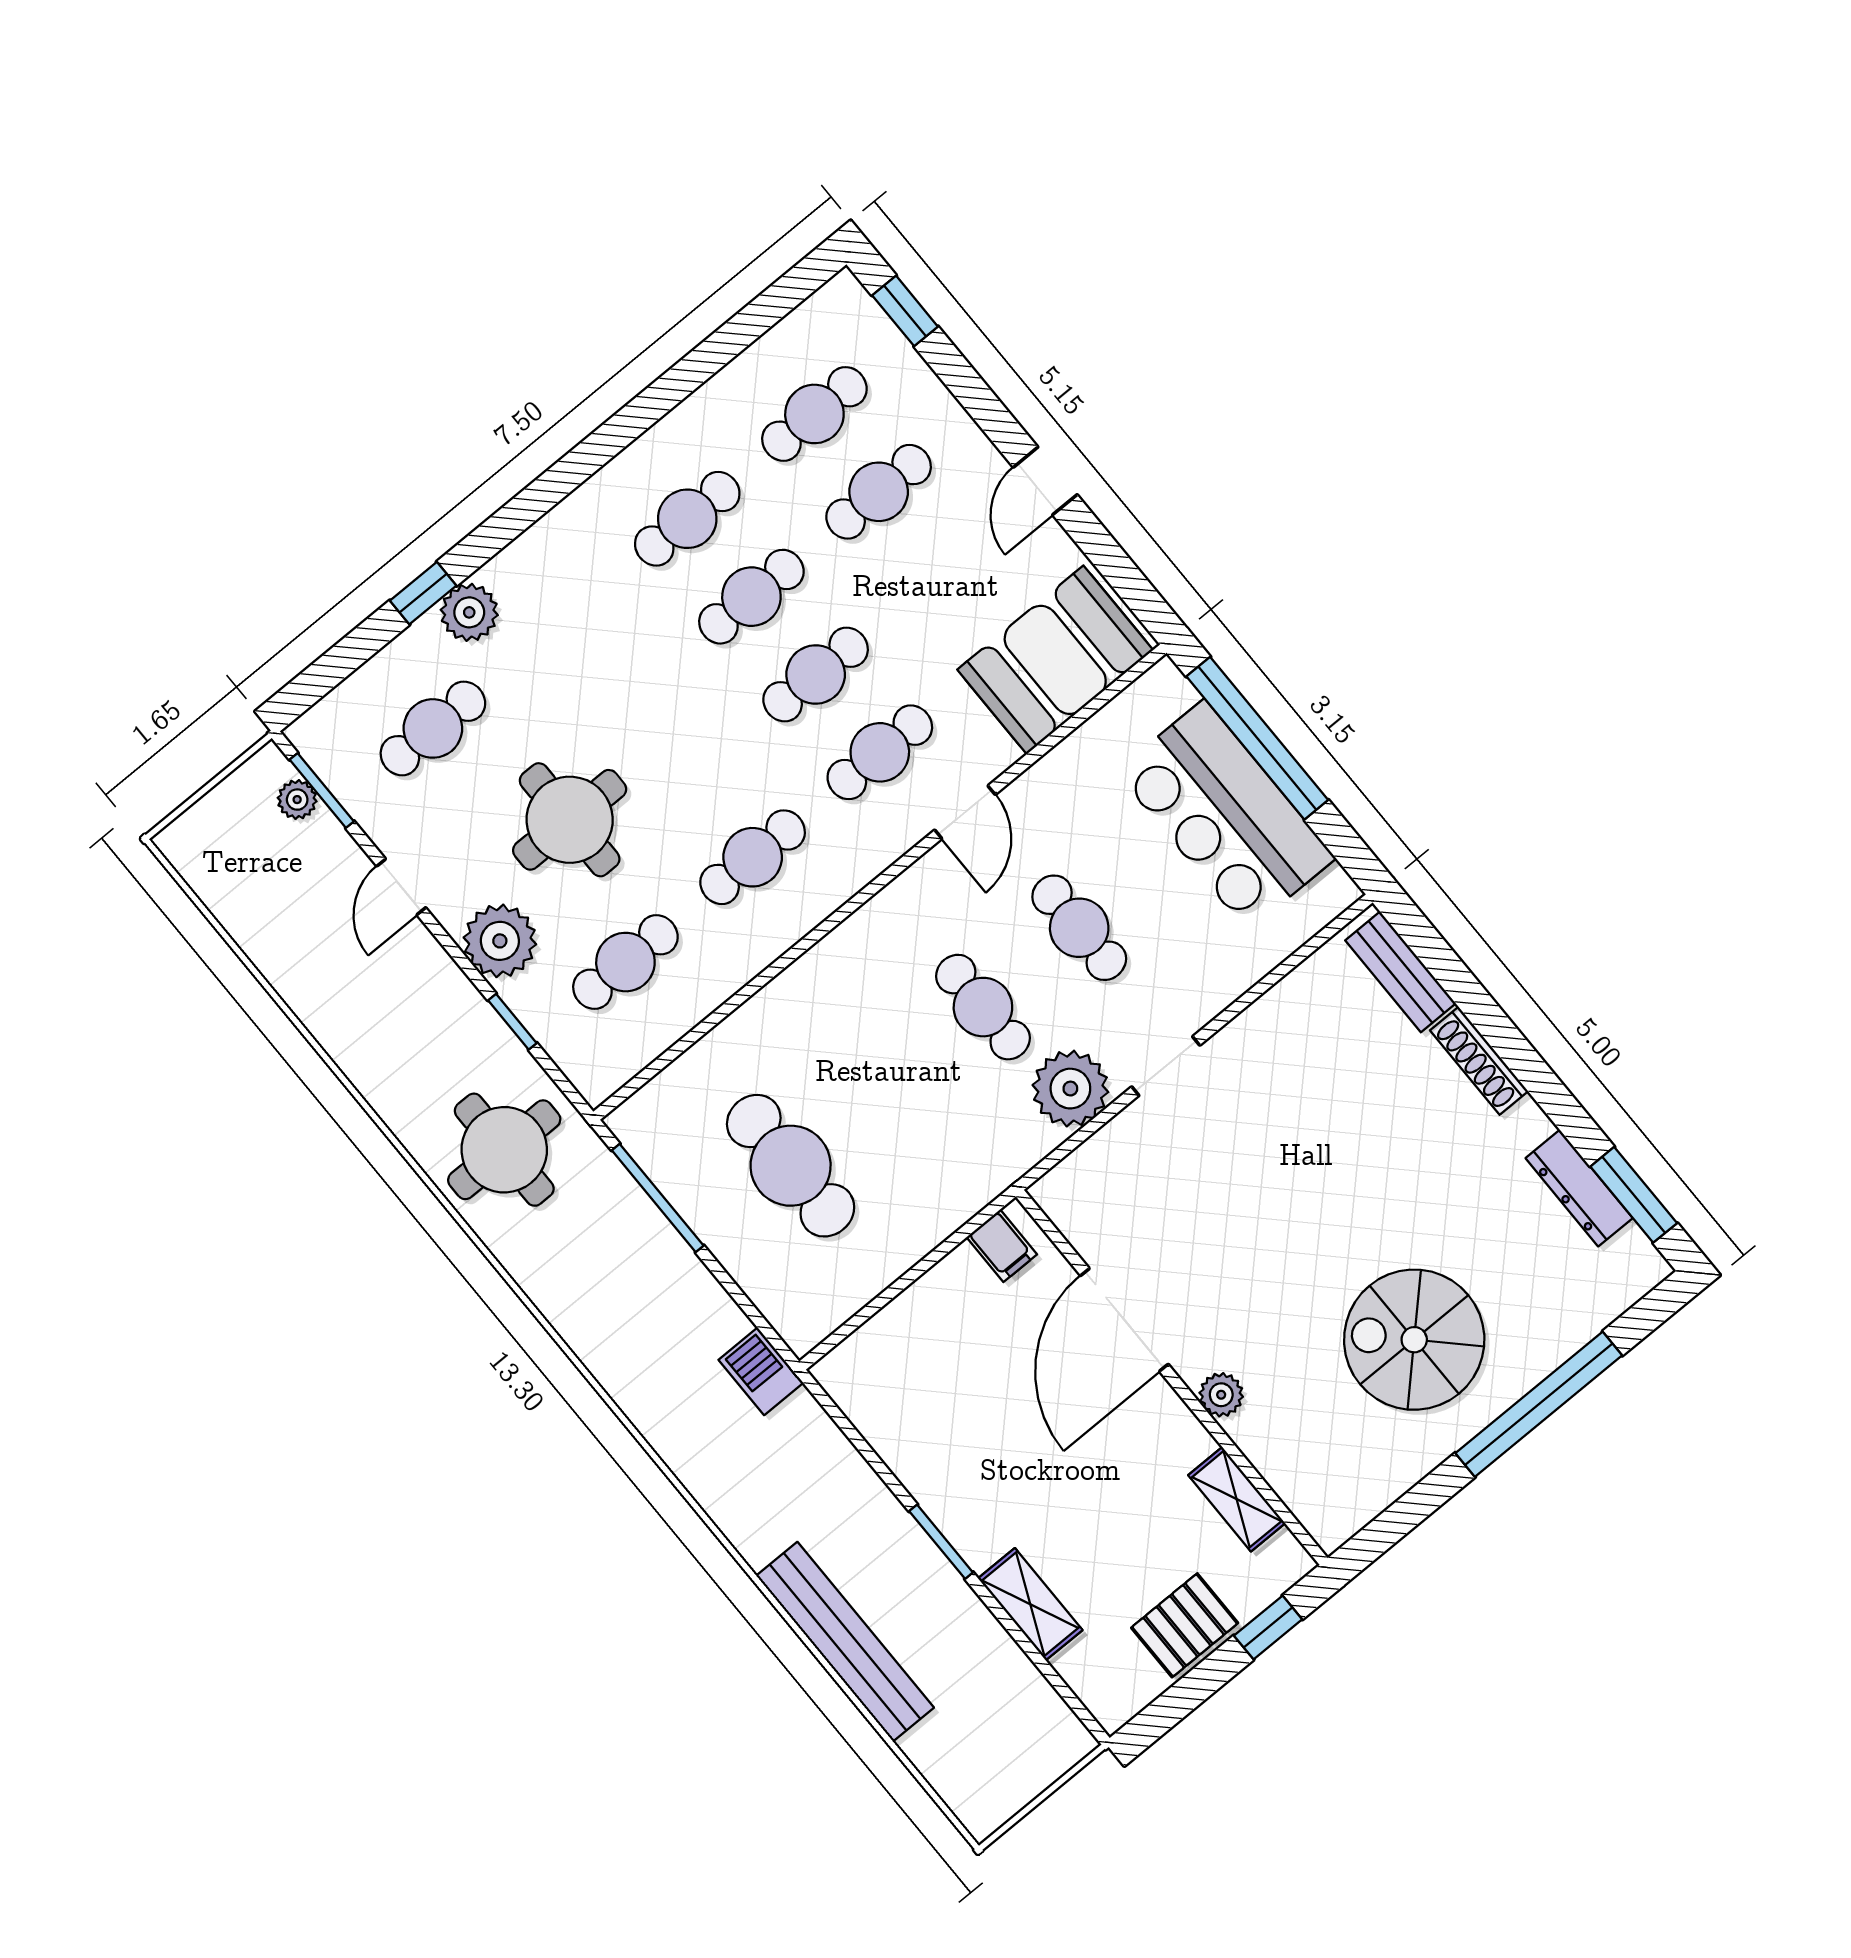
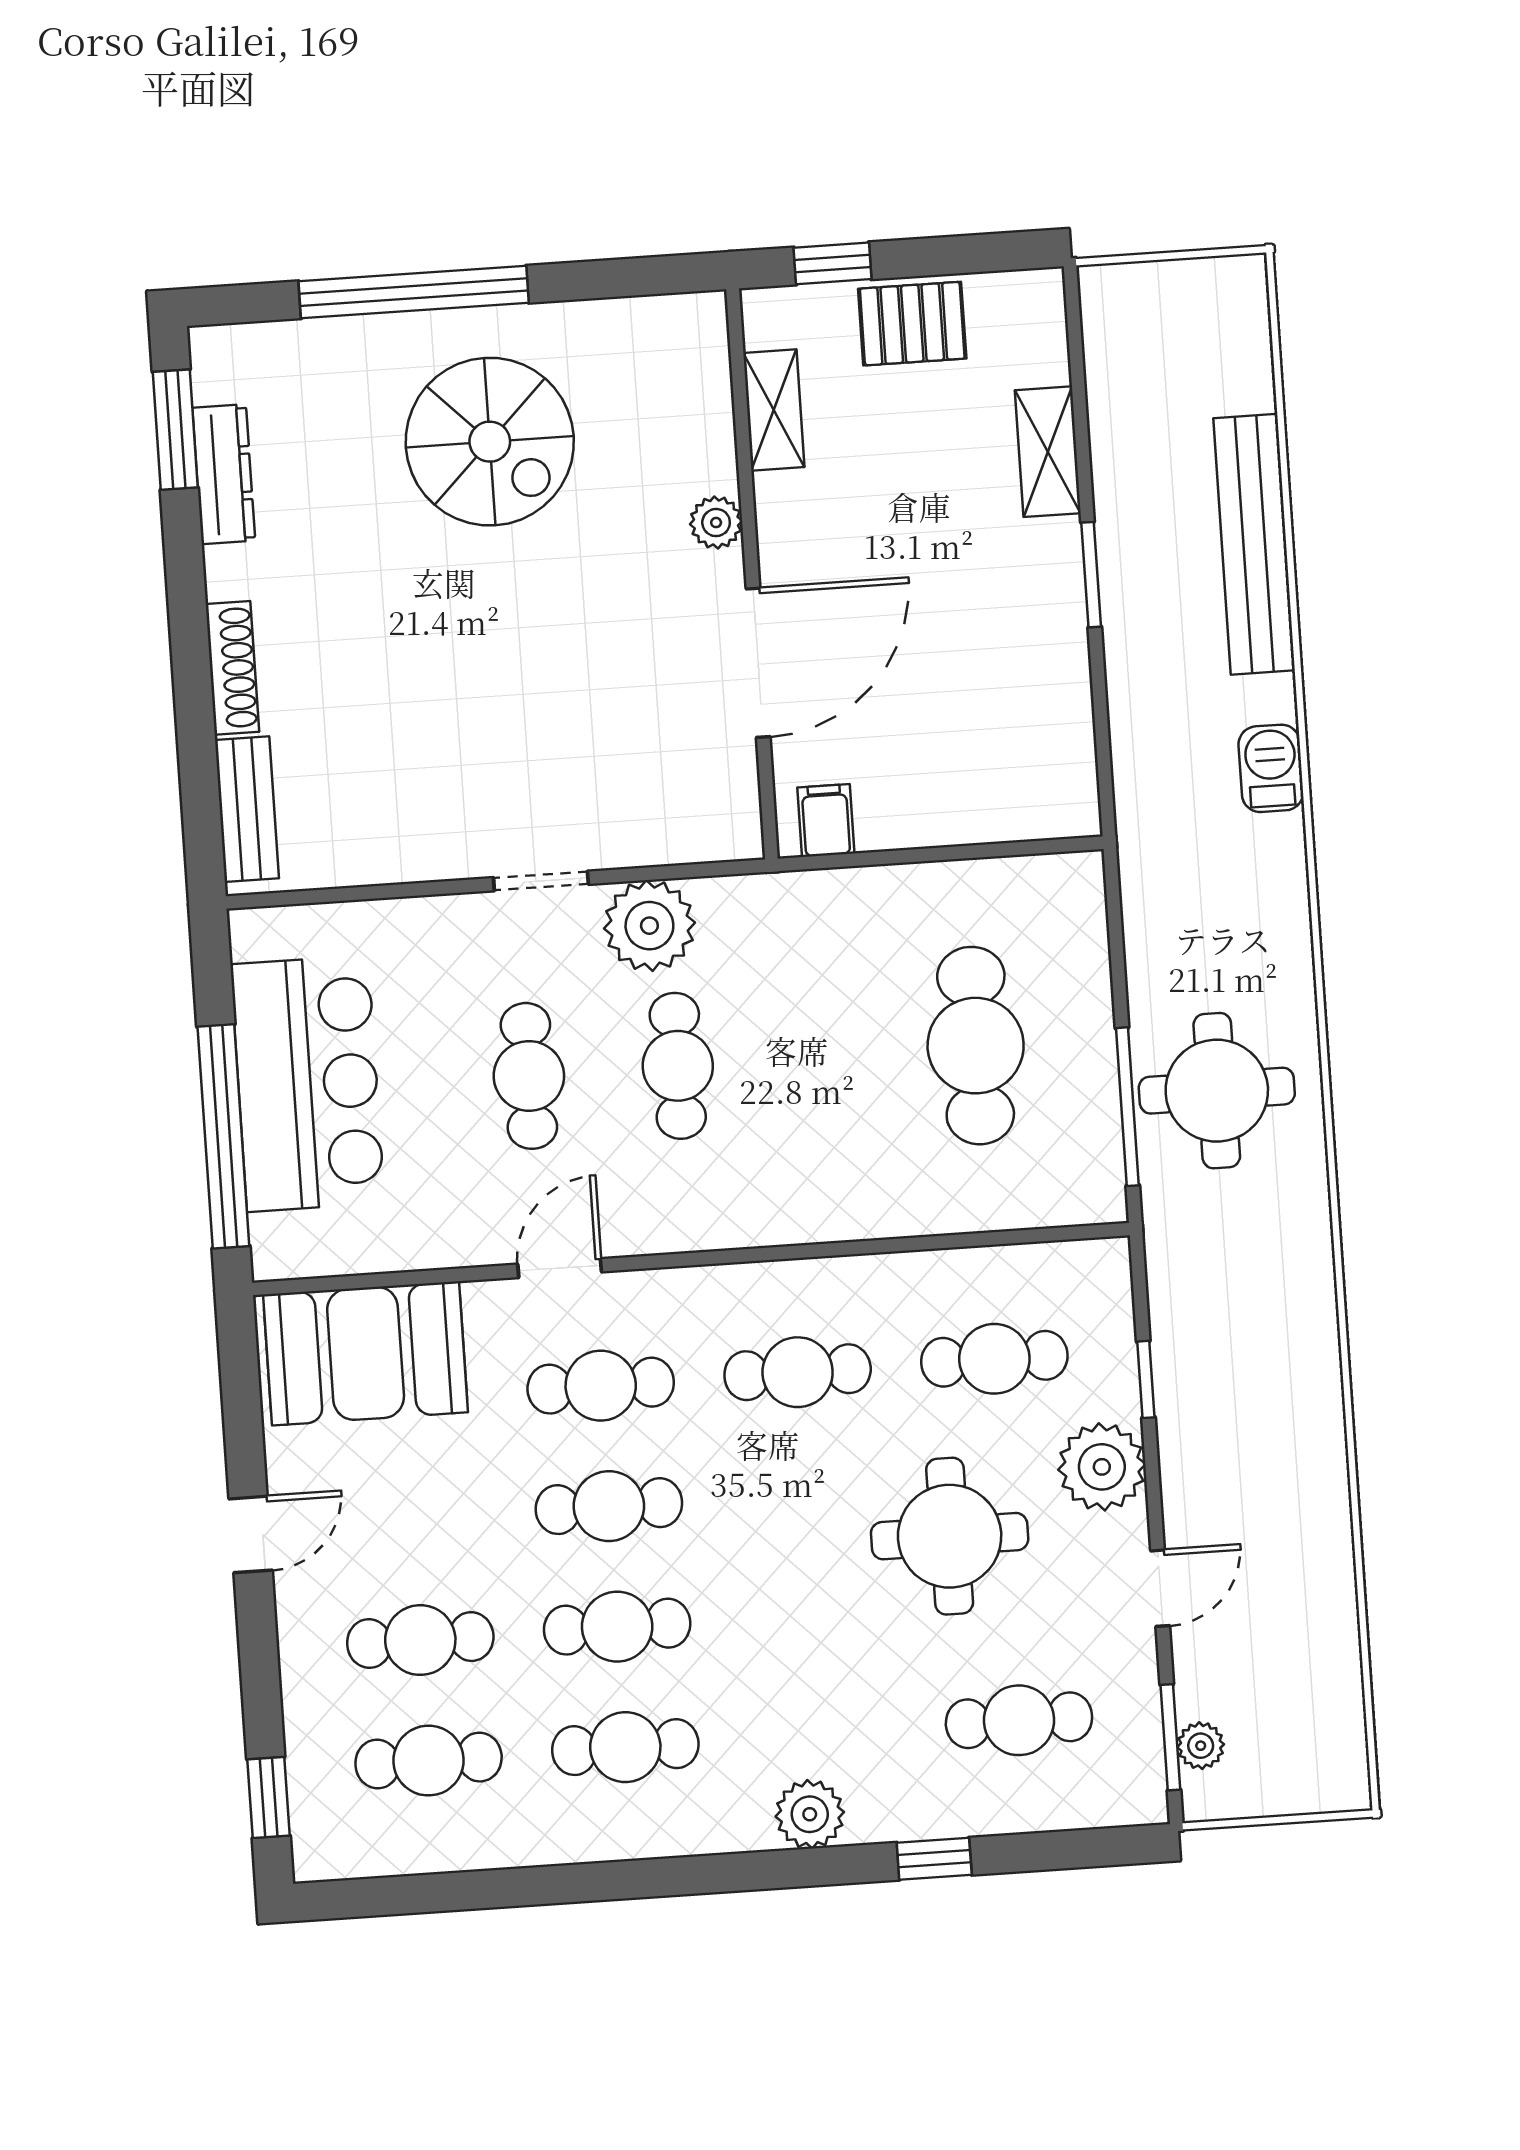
plant: (469, 612) -> (810, 1814), moved
round table: (504, 1150) -> (1217, 1091), moved
barbecue: (761, 1371) -> (1271, 768), moved, turned 180

